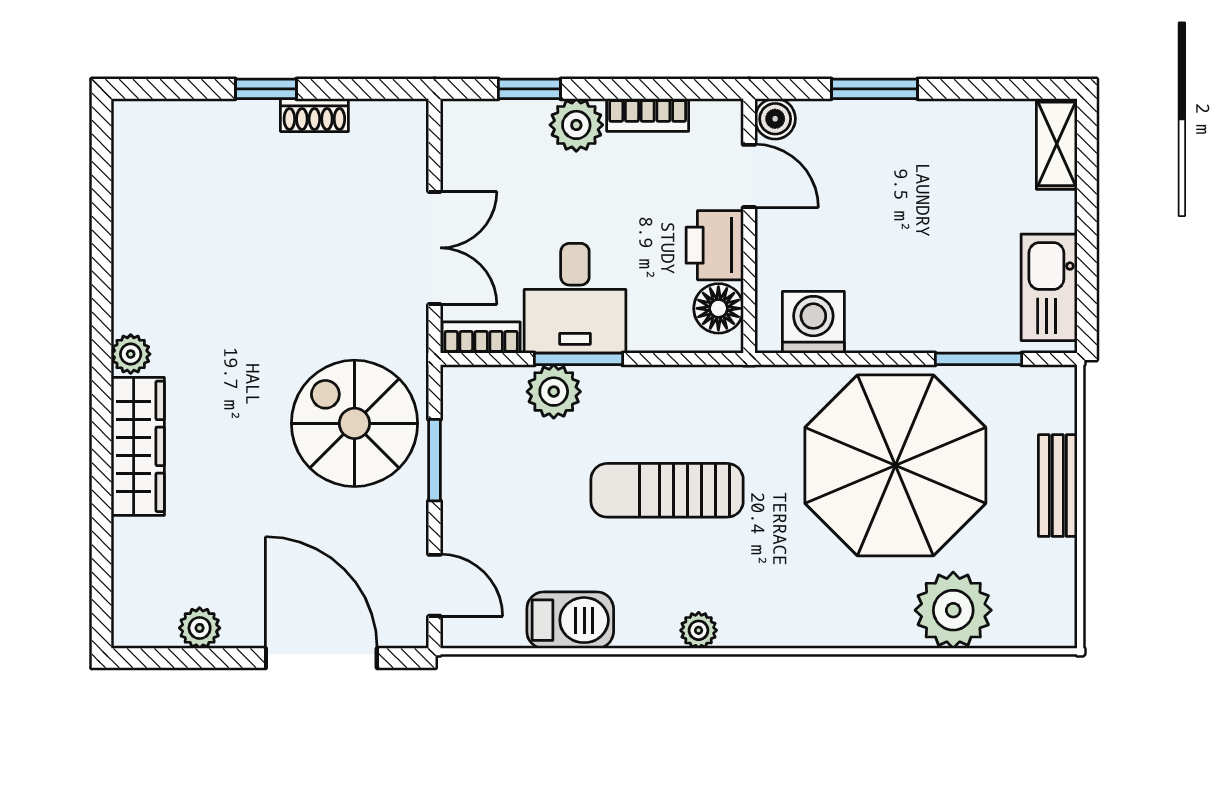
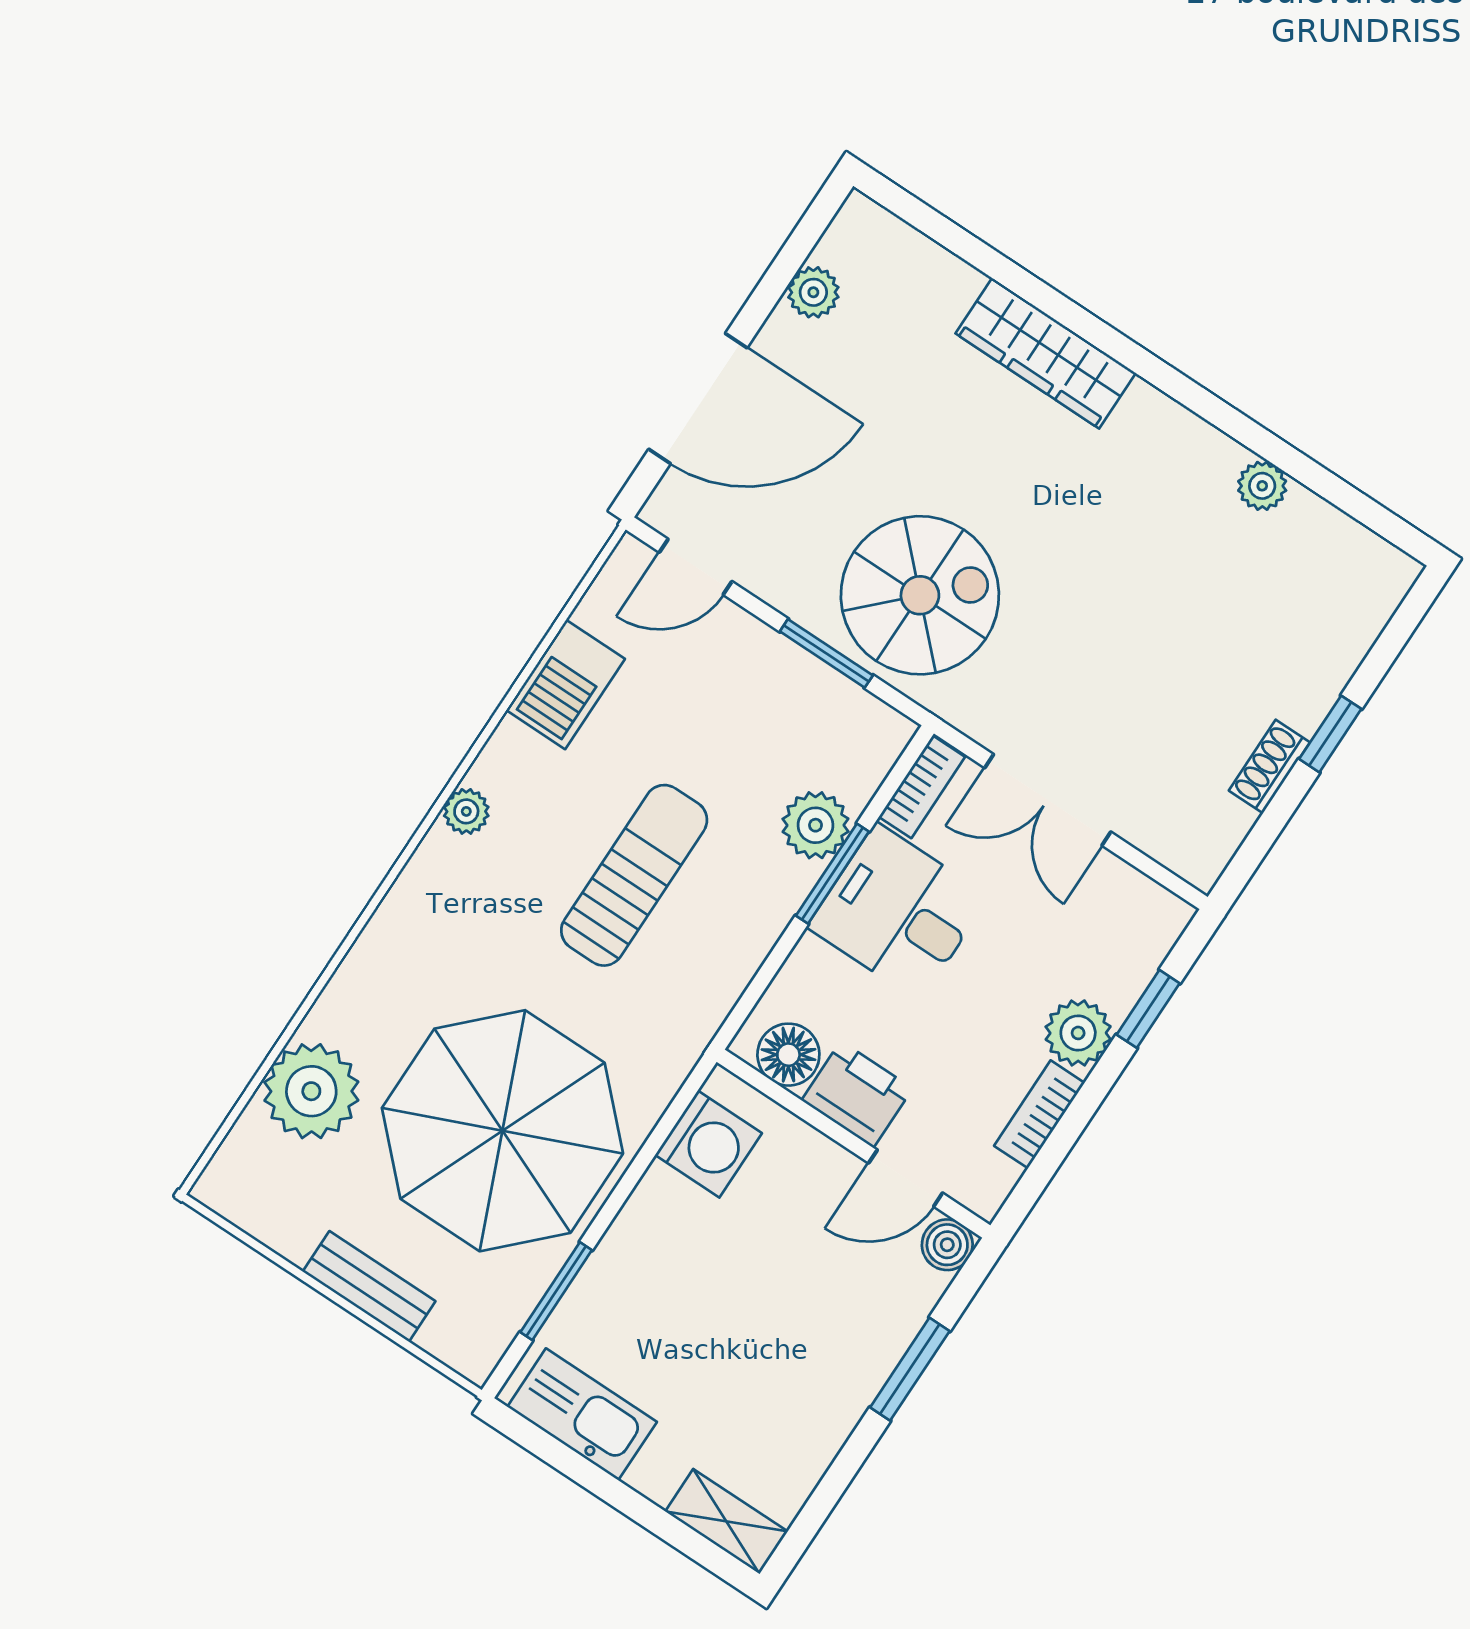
plant: (131, 354) -> (1262, 486), moved

